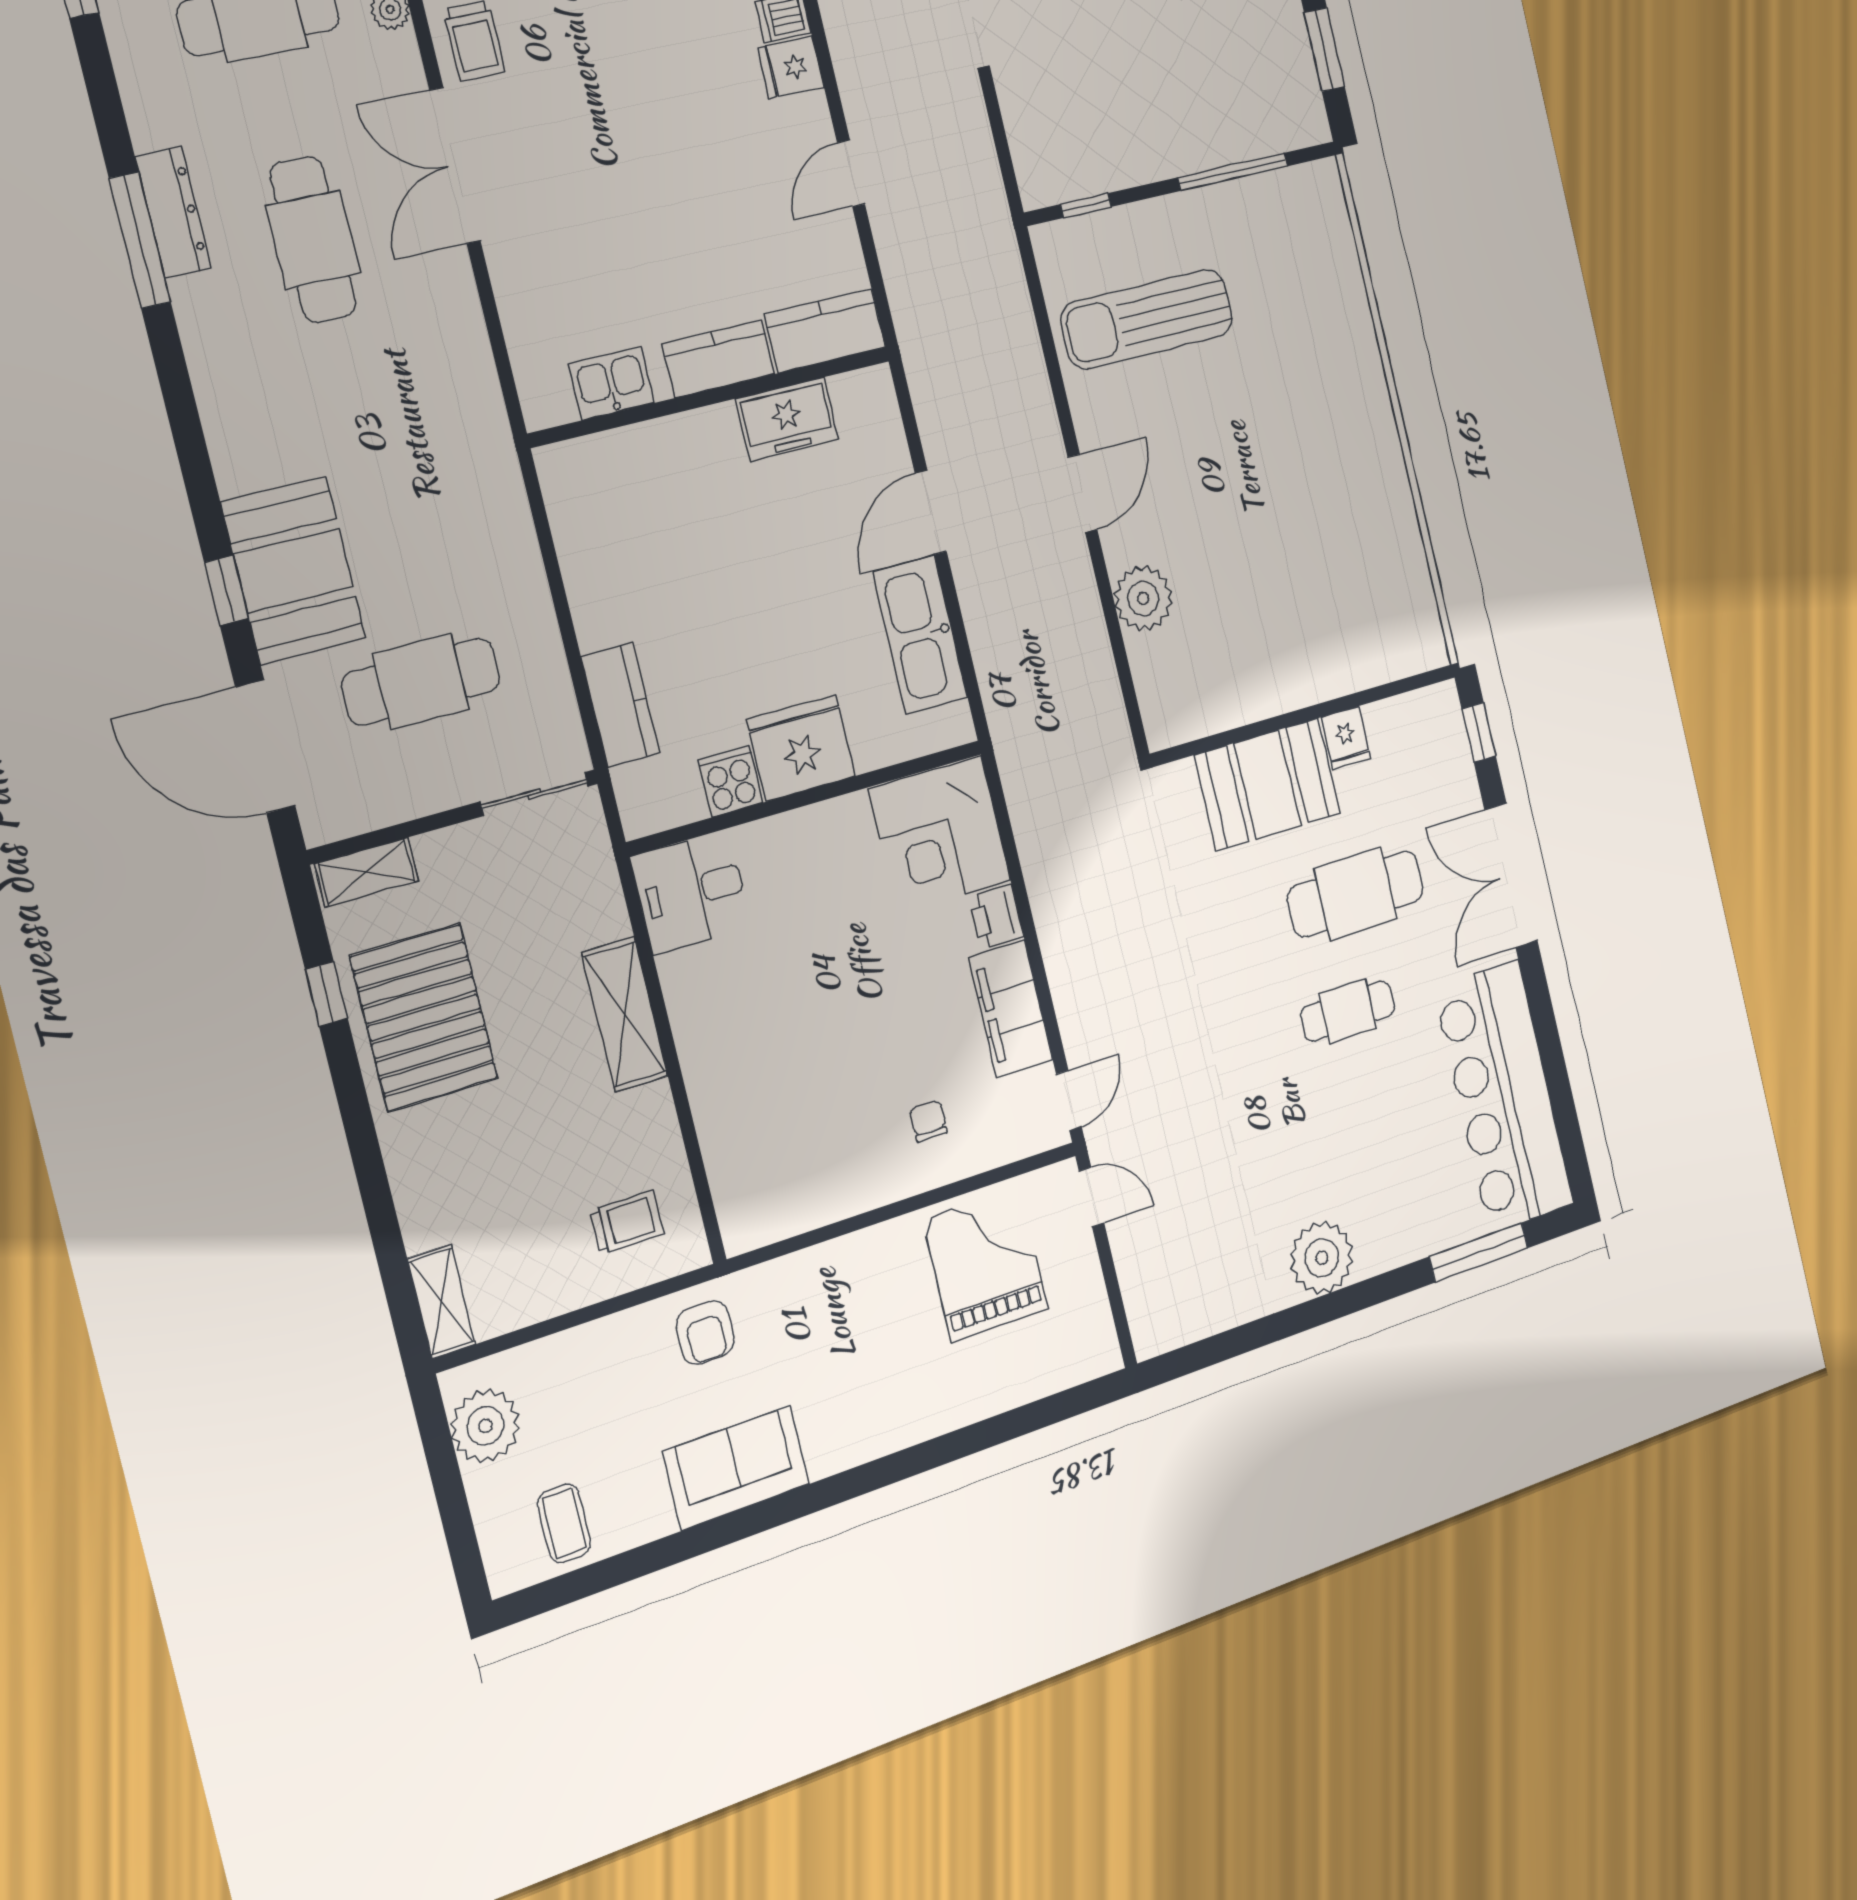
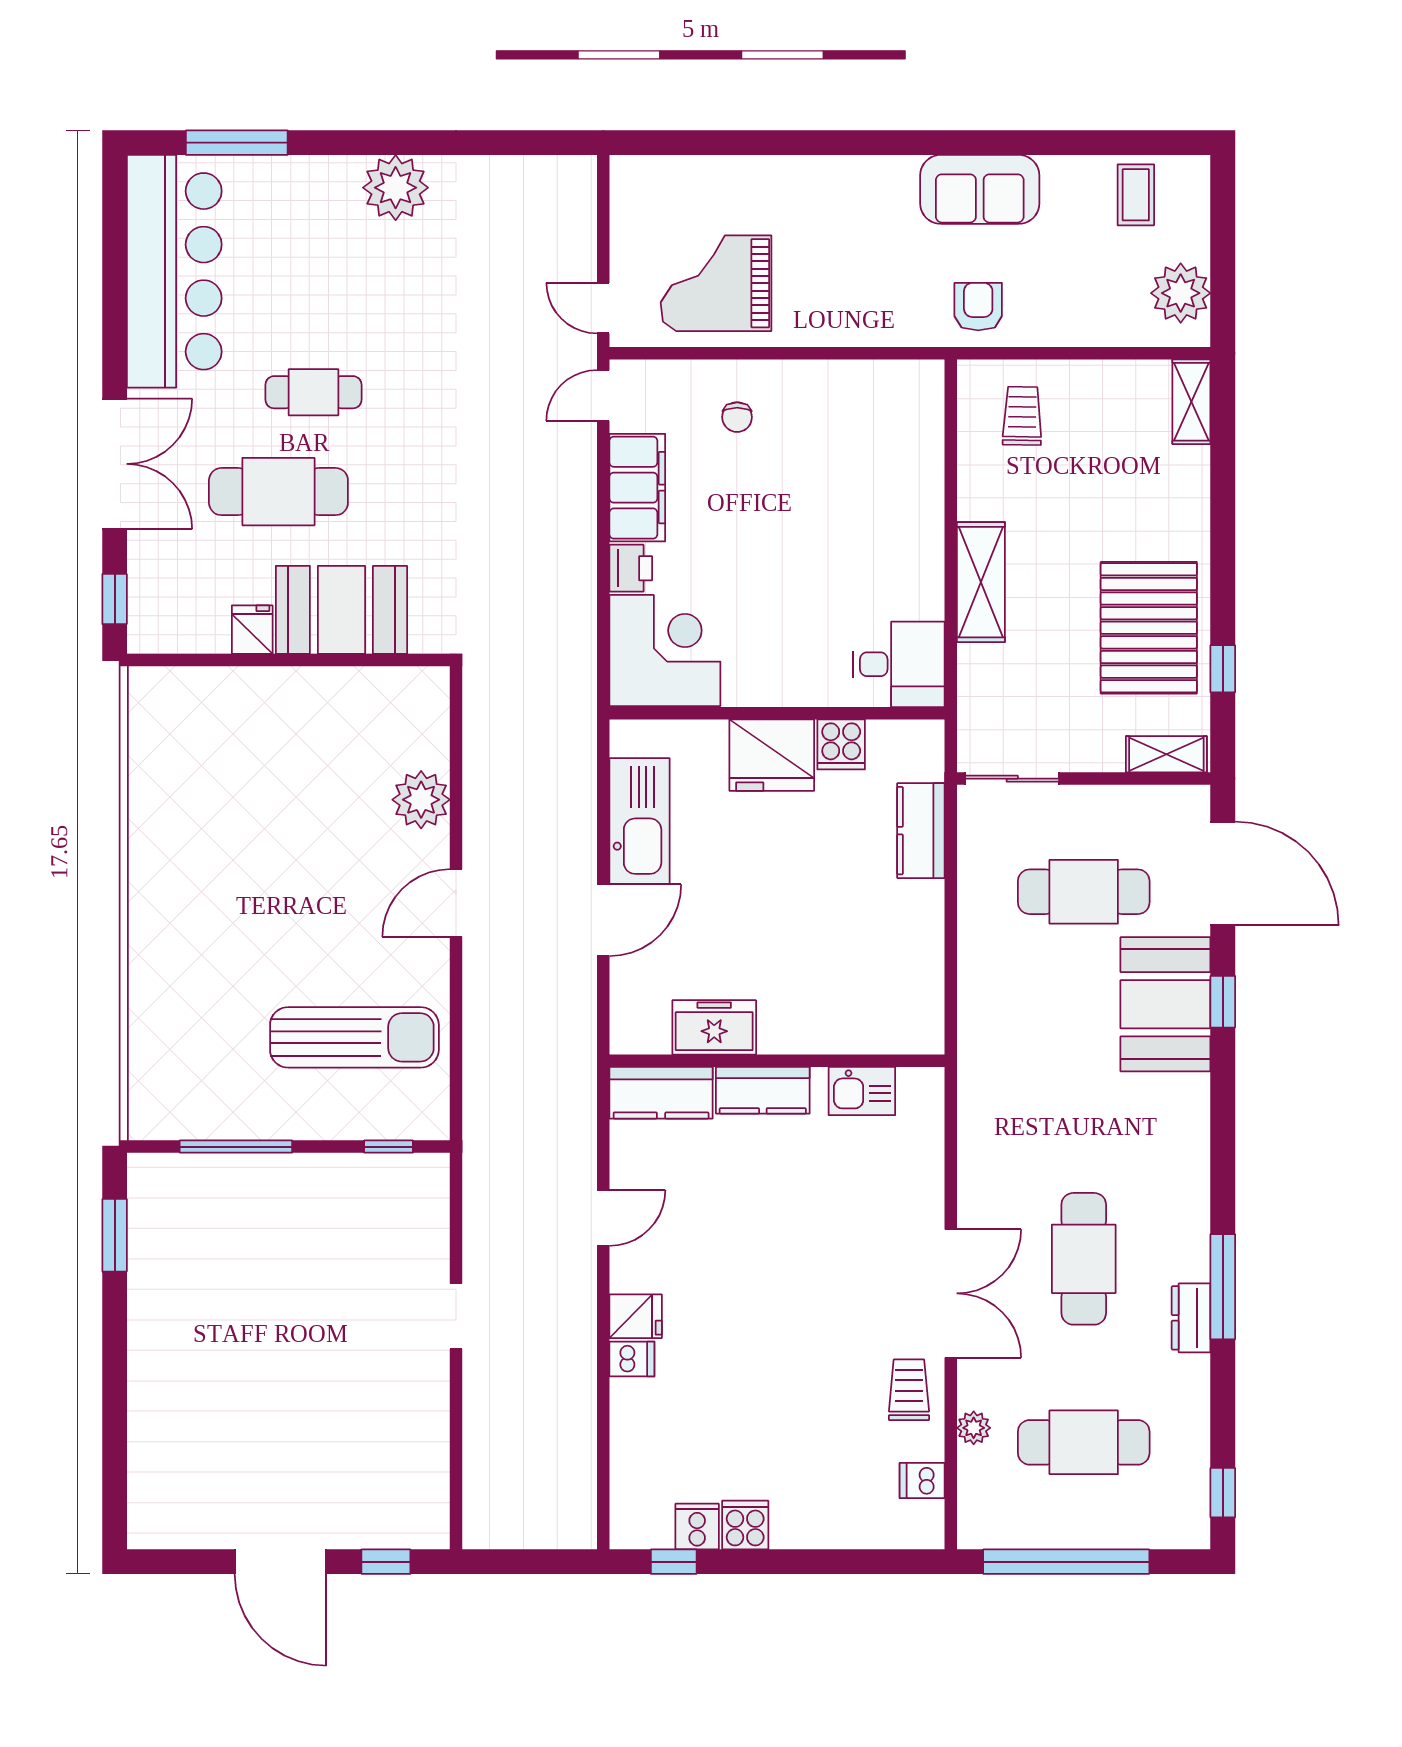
dresser: (173, 212) -> (1191, 1318), width x0.70
trolley: (627, 1222) -> (1022, 416), turned 91
grand piano: (985, 1264) -> (716, 283), turned 90

